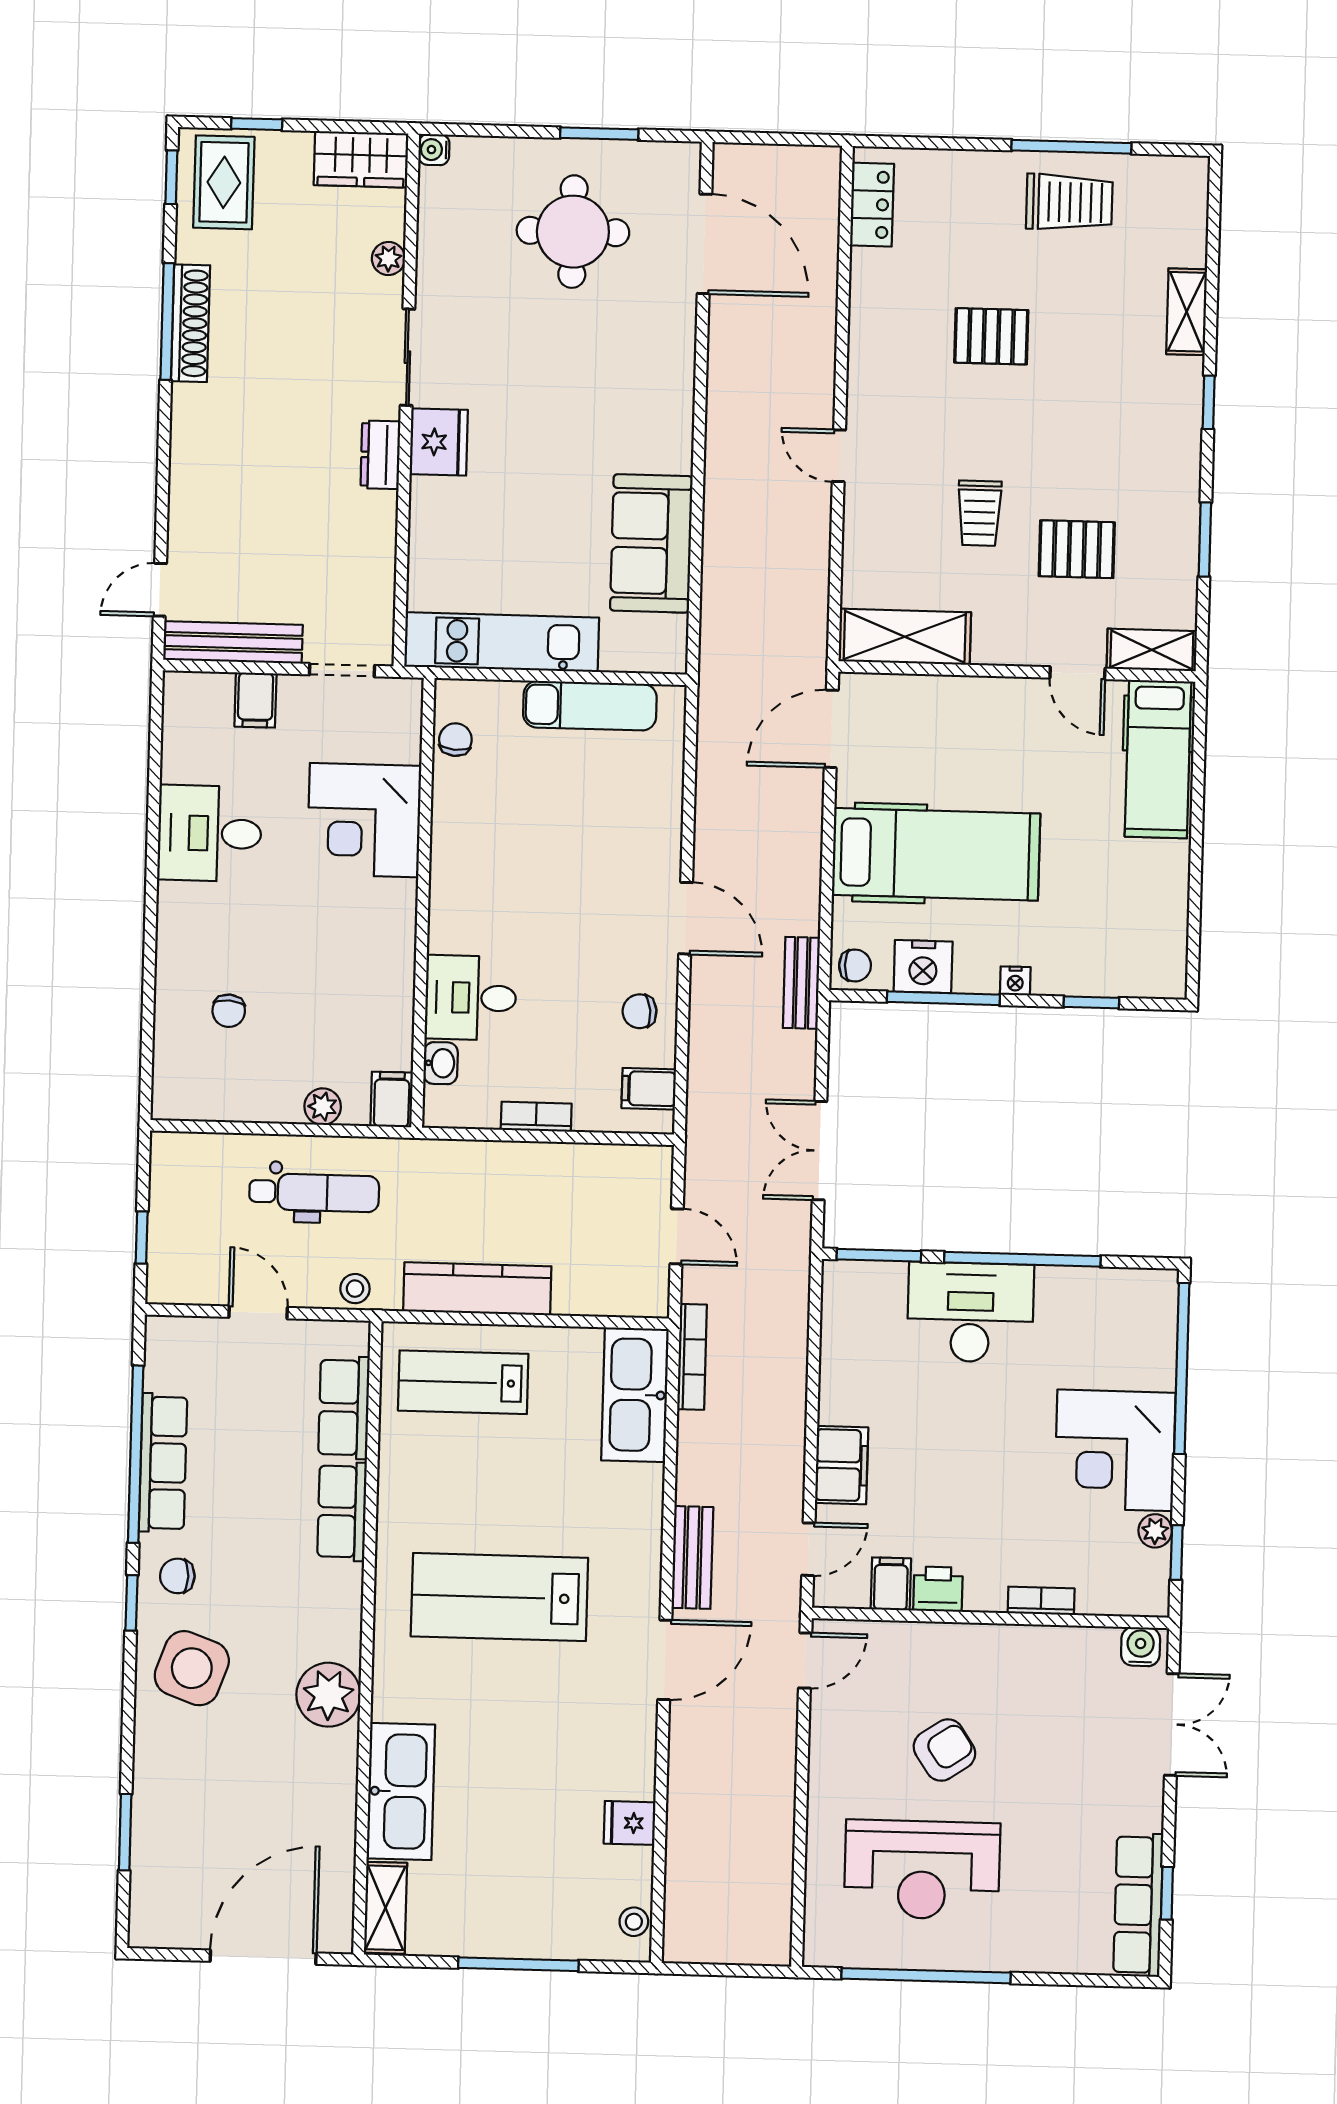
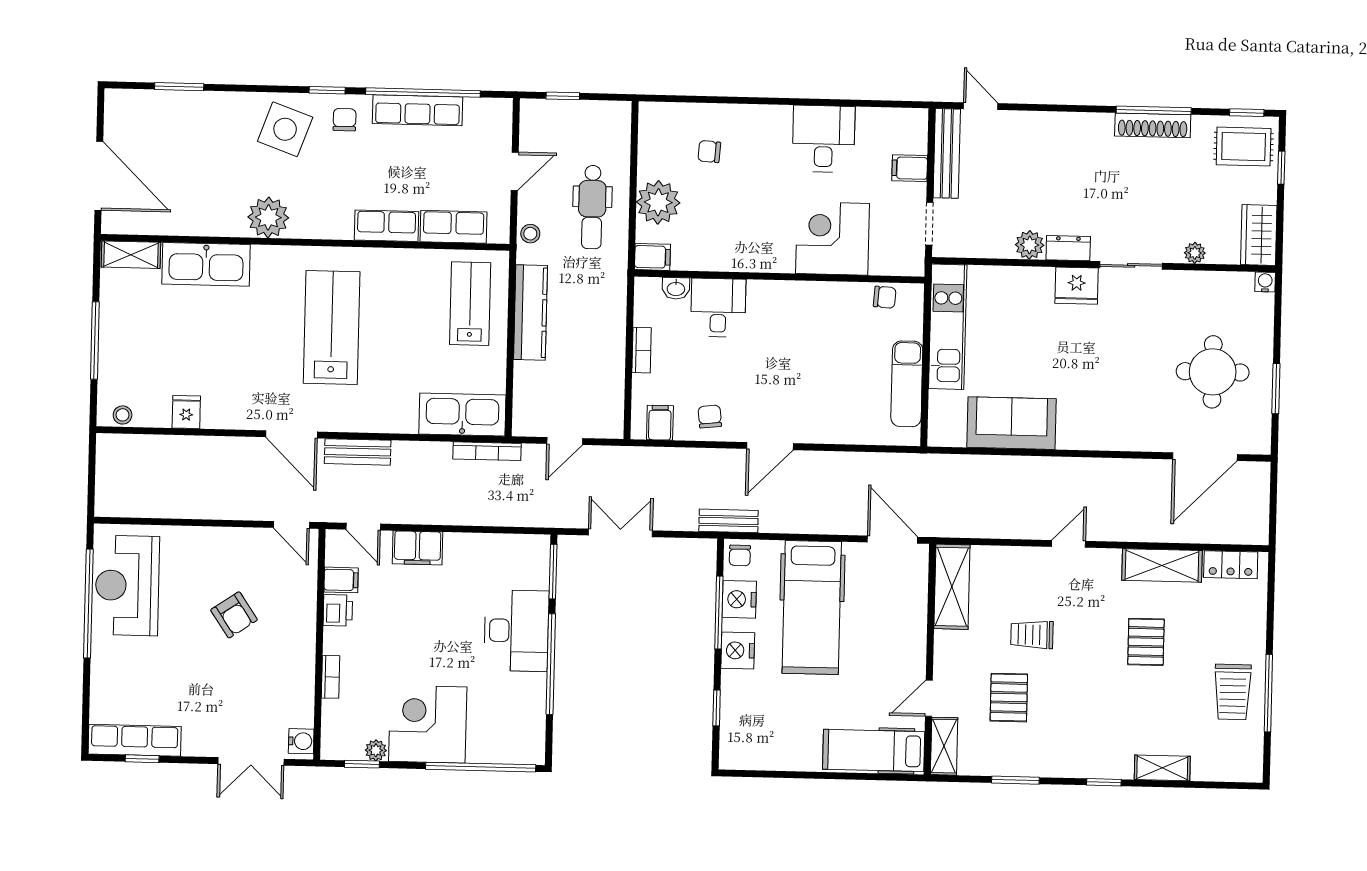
shelving: (873, 311) -> (1162, 565), added
plant: (375, 515) -> (1030, 245), added
nightstand: (1015, 981) -> (738, 650), width x1.89, depth x1.79
plant: (323, 1107) -> (658, 202), width x1.88, depth x1.88
reception desk: (922, 1870) -> (127, 585), moved

